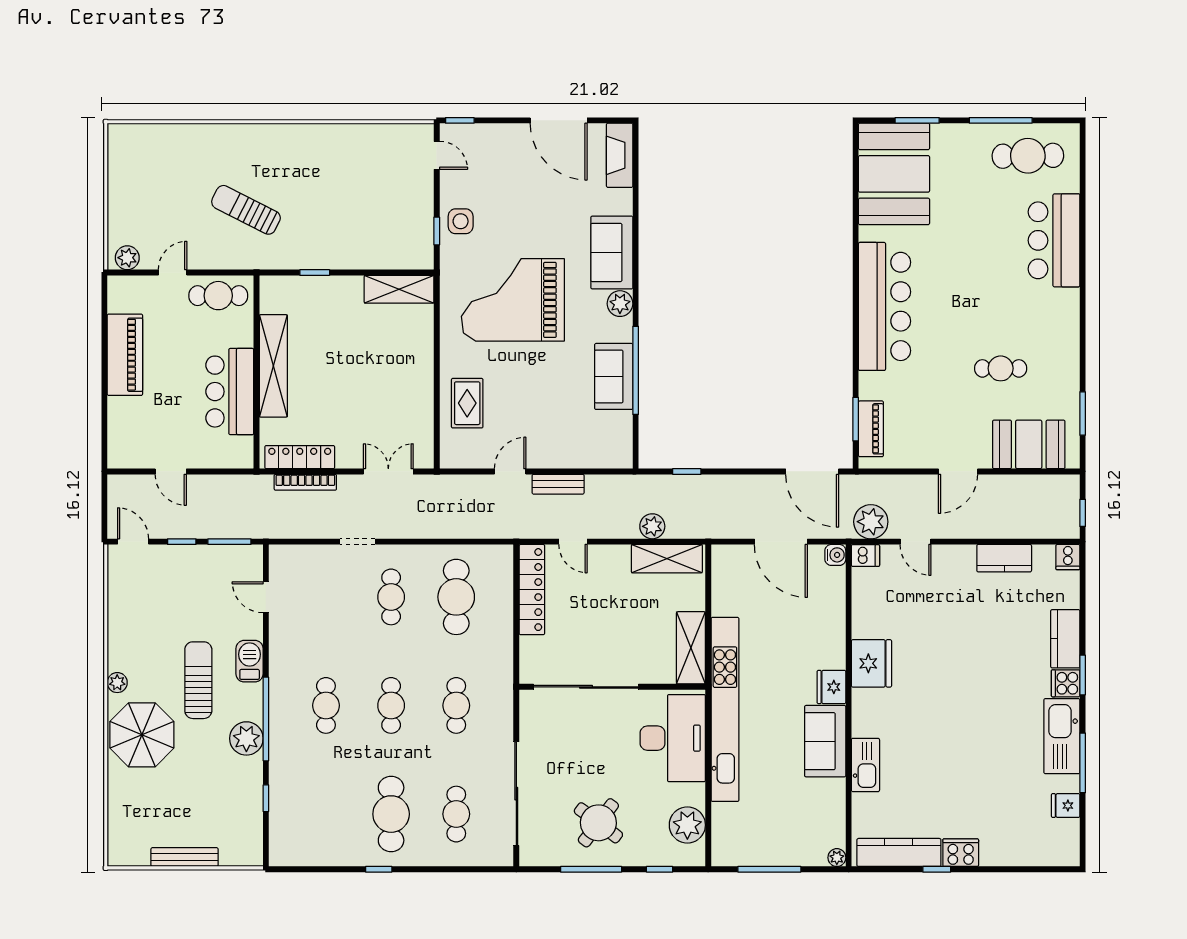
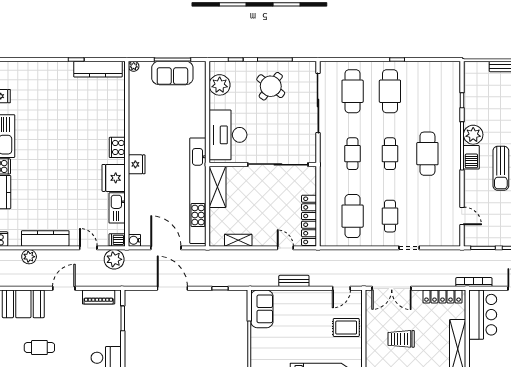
sofa: (614, 376) -> (262, 309), moved
trolley: (372, 383) -> (401, 339), added
bar counter: (230, 392) -> (483, 315), moved
rug: (467, 403) -> (346, 328), turned 90
piano: (871, 429) -> (99, 297), moved, turned -90
double door: (388, 471) -> (392, 288), width x1.37
door: (510, 471) -> (341, 288), moved
door: (812, 471) -> (172, 288), moved
bookcase: (305, 482) -> (474, 282), moved
plant: (652, 526) -> (29, 257), moved
kitchen counter: (1004, 558) -> (45, 238), width x1.50
shelving: (667, 559) -> (238, 240), width x0.67, depth x0.75
barbecue: (250, 661) -> (471, 157), moved
cafe table: (326, 705) -> (427, 154), width x1.37, depth x1.35
kitchen unit: (725, 709) -> (198, 191), moved
sofa: (825, 741) -> (172, 73), moved, turned 90
kitchen sink: (865, 765) -> (117, 208), moved
cafe table: (456, 814) -> (353, 91), width x1.37, depth x1.35
cooker: (961, 853) -> (117, 147), moved, turned 90

